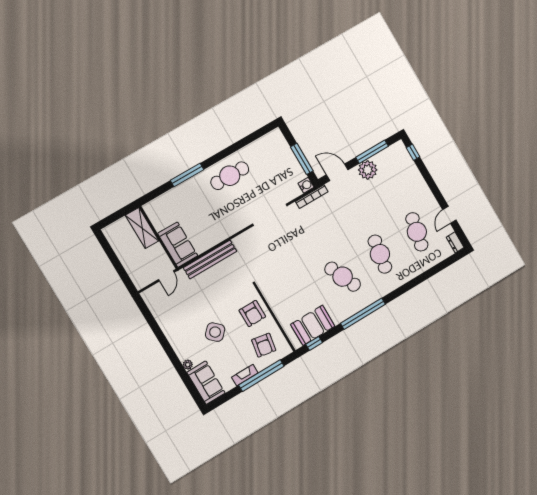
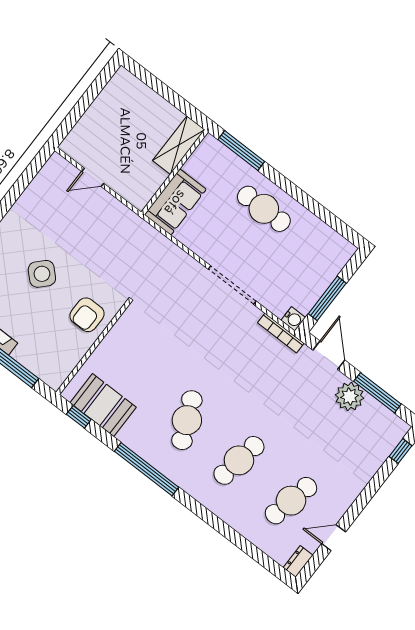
shelving: (142, 228) -> (179, 145), moved
wall: (158, 238) -> (175, 172), moved
sofa: (178, 245) -> (175, 202), moved
bench: (210, 259) -> (138, 228), removed
armchair: (264, 345) -> (50, 348), removed

